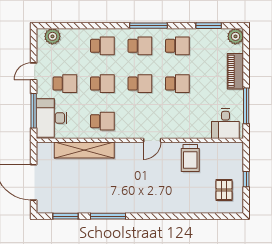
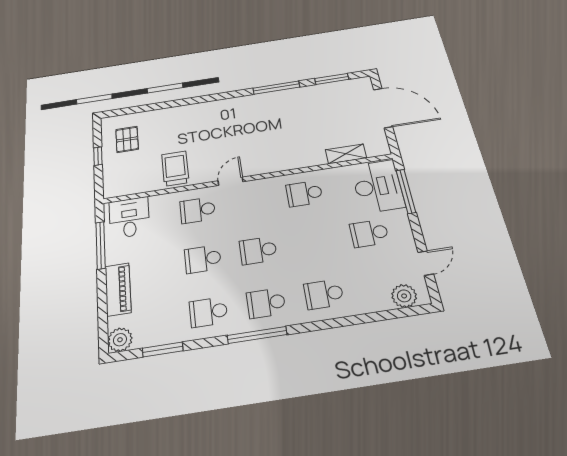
door: (34, 71) -> (426, 263), moved
school desk: (102, 84) -> (198, 210), moved
shelving: (84, 150) -> (346, 154), width x0.45, depth x0.75

